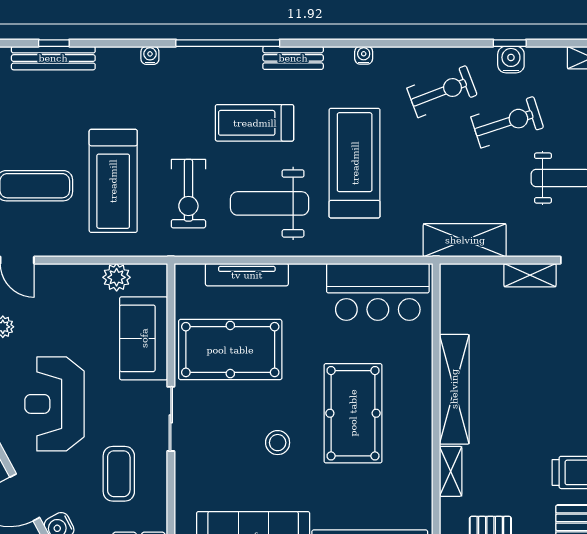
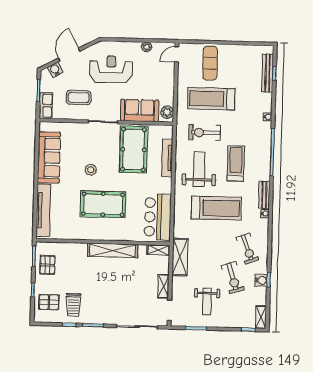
bench: (293, 58) -> (264, 195), moved
plant: (117, 277) -> (167, 112), moved
shelving: (451, 471) -> (158, 250), moved

